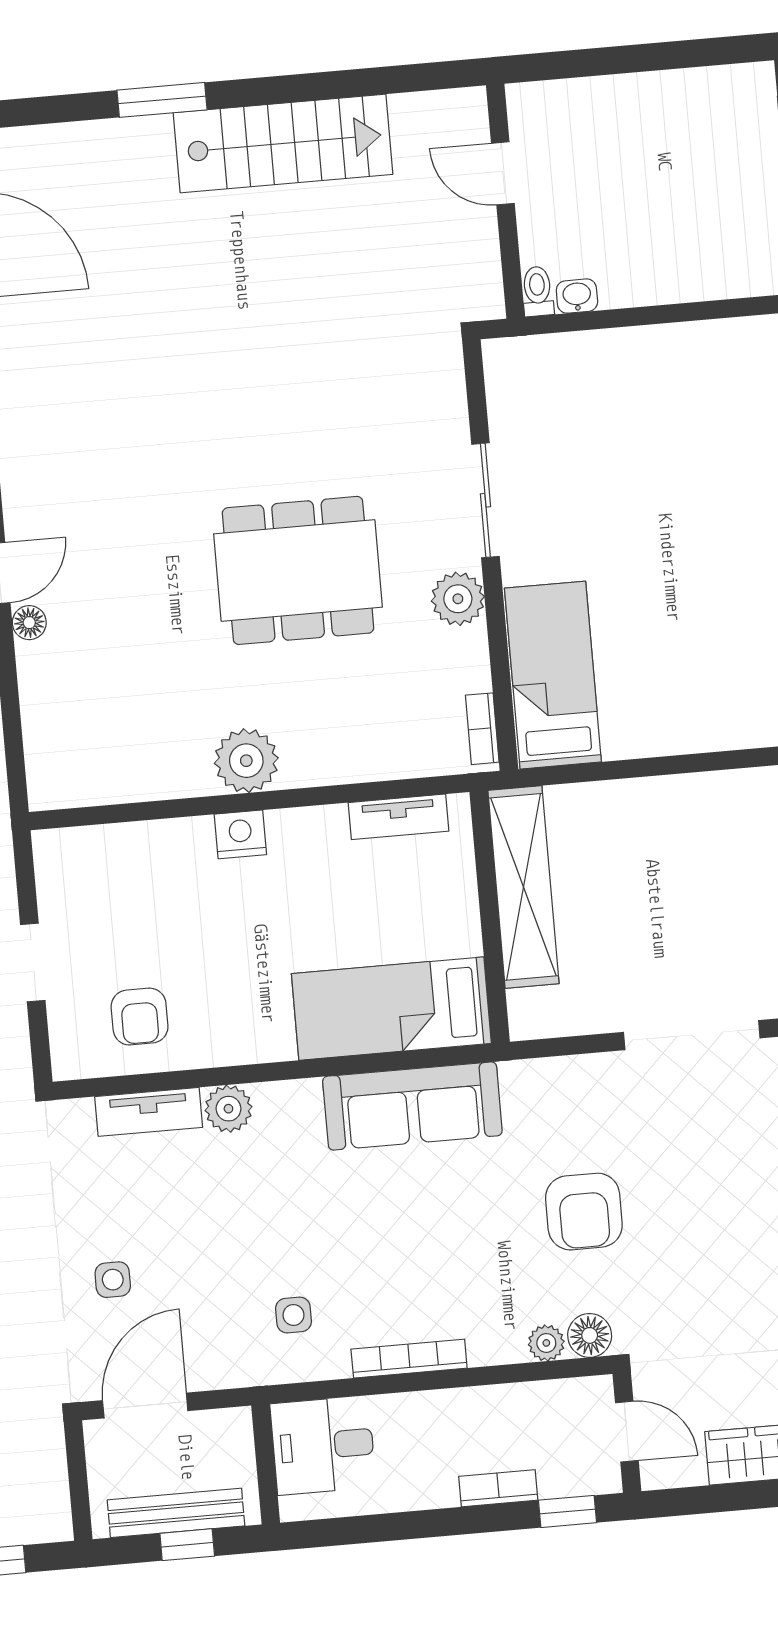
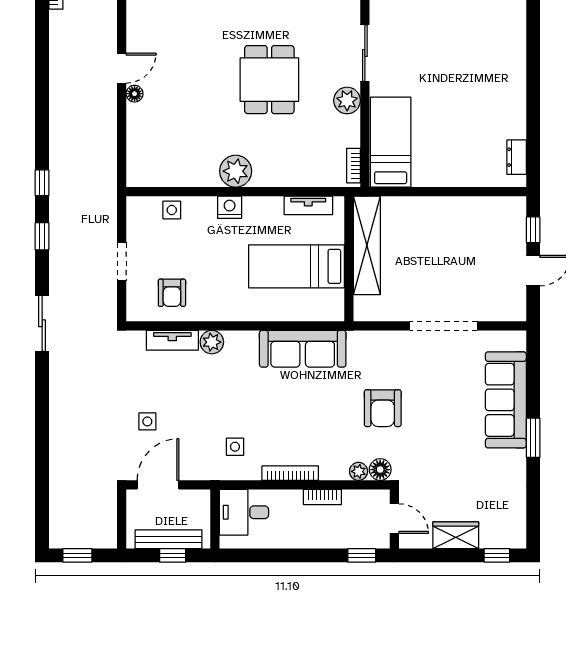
dining table: (298, 570) -> (269, 80), width x0.73
side table: (125, 850) -> (172, 210), added
bed: (391, 1009) -> (297, 266), moved
bookcase: (498, 1488) -> (322, 497), moved, turned 180

